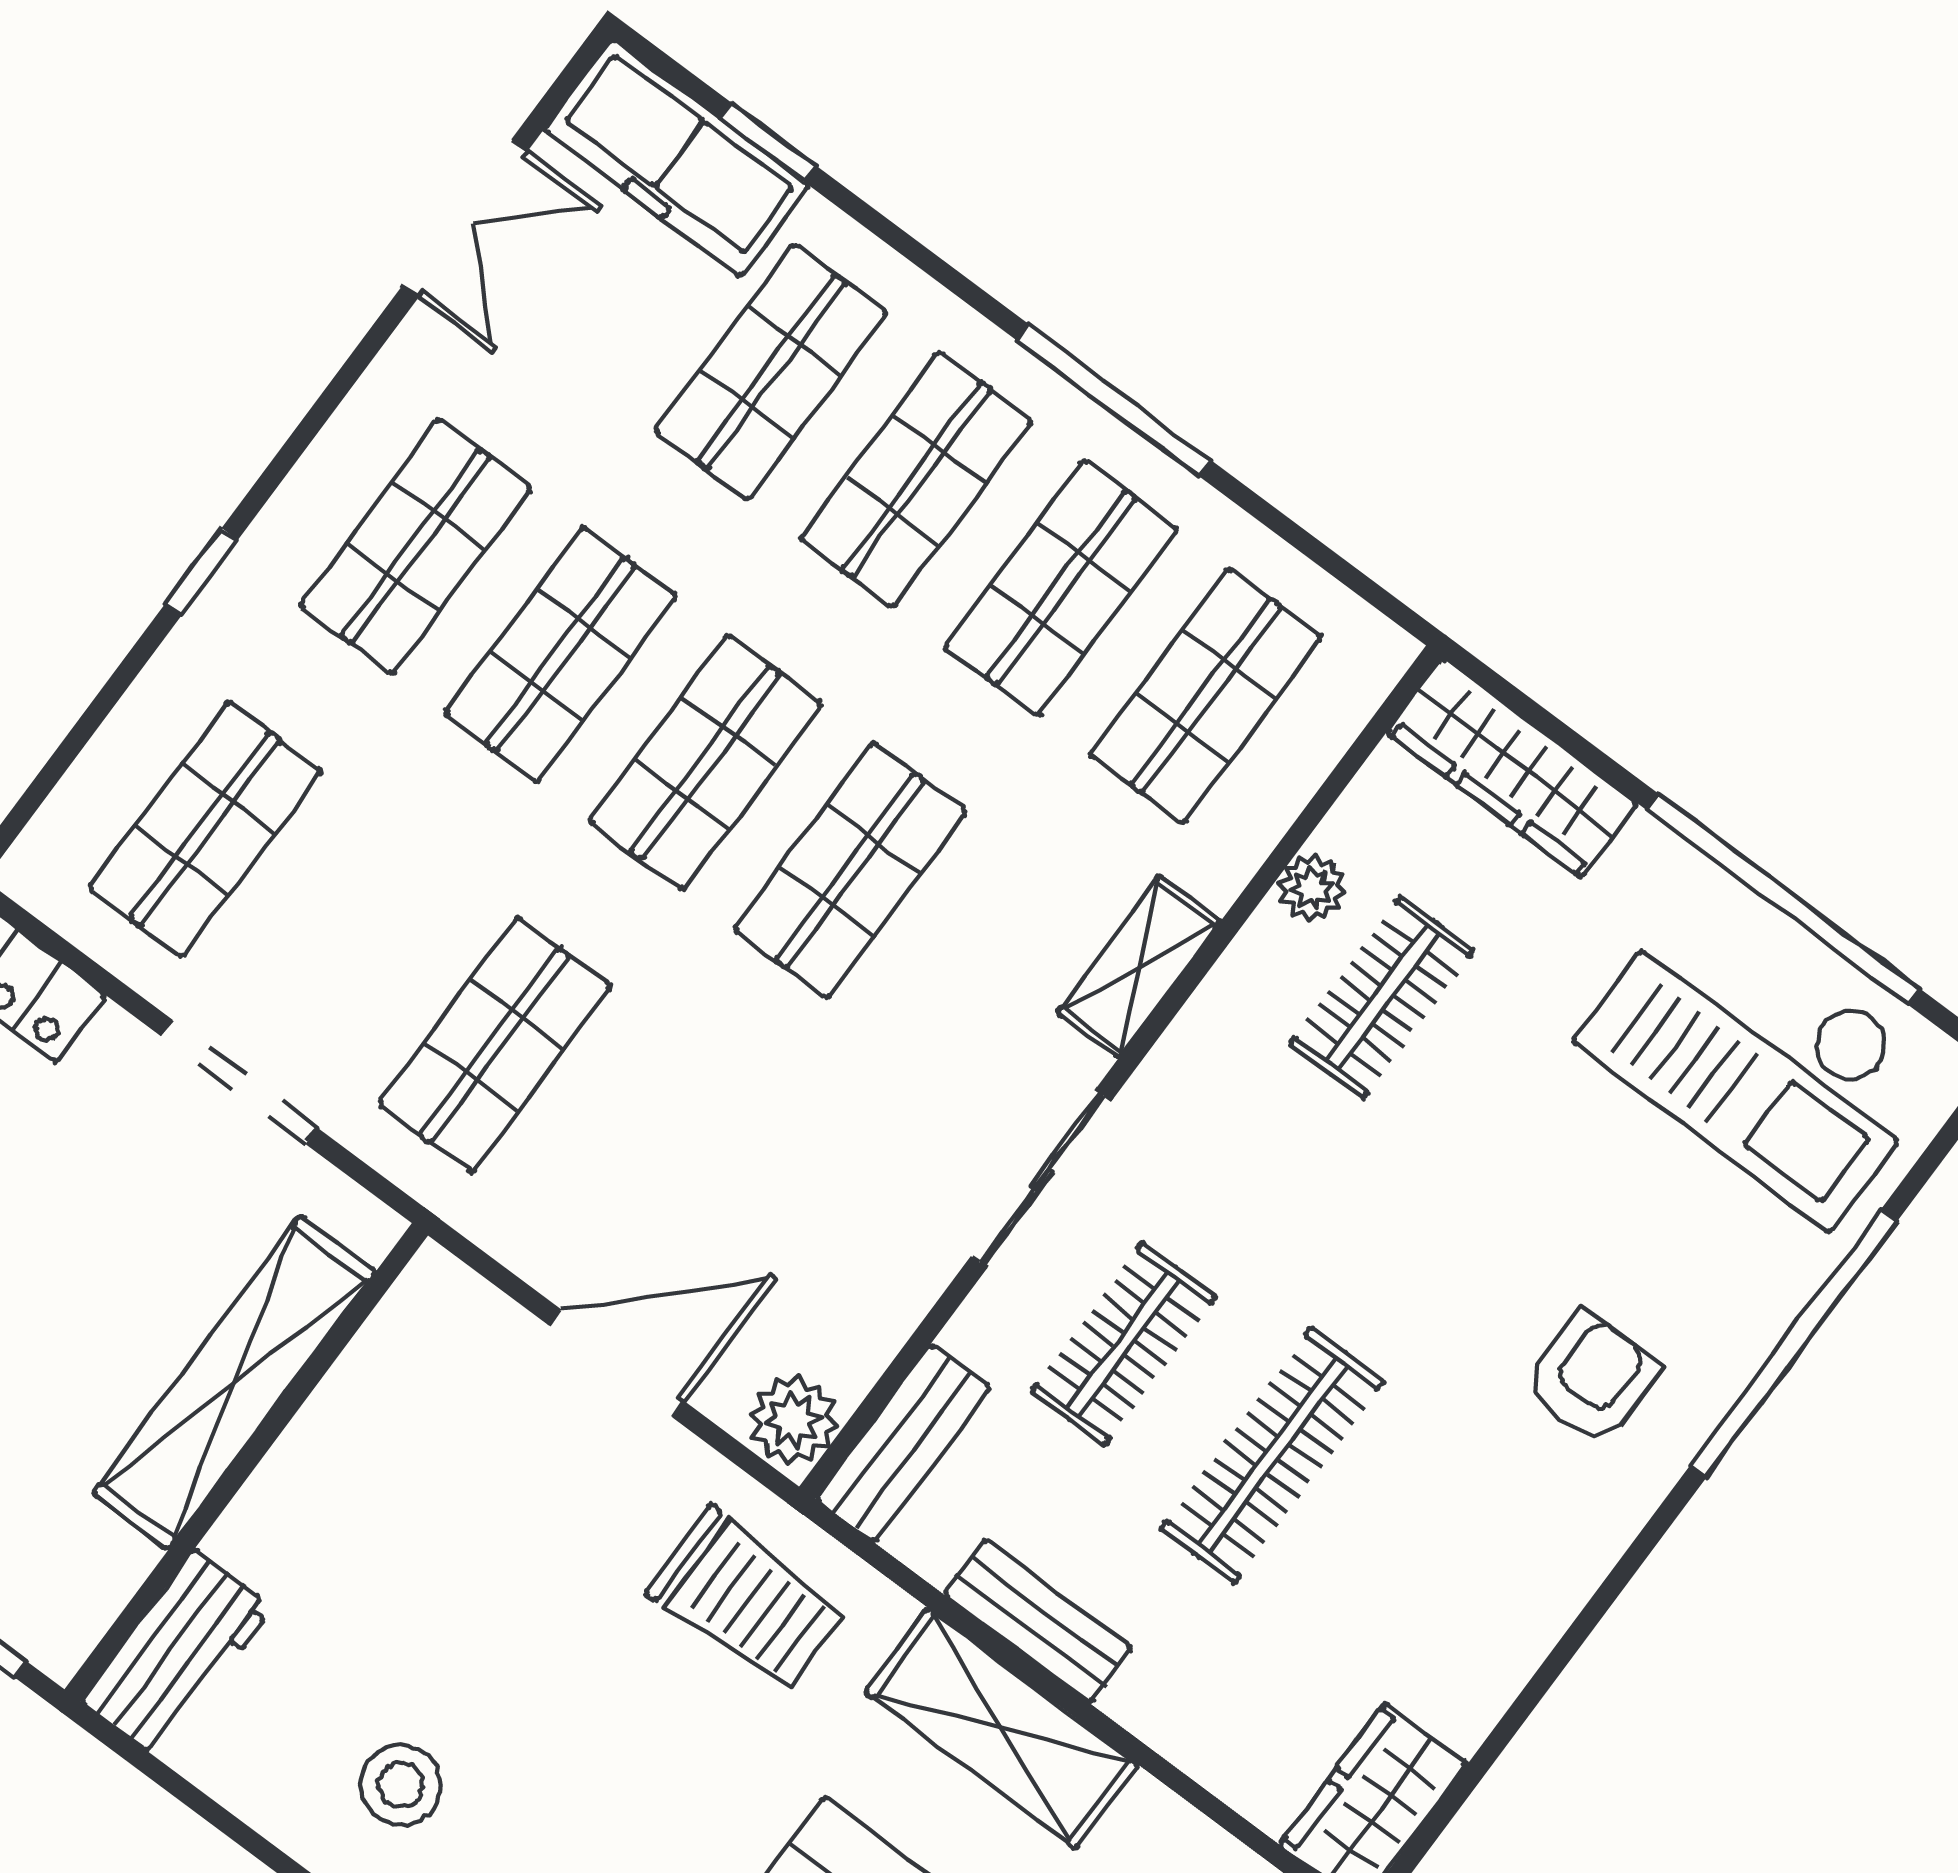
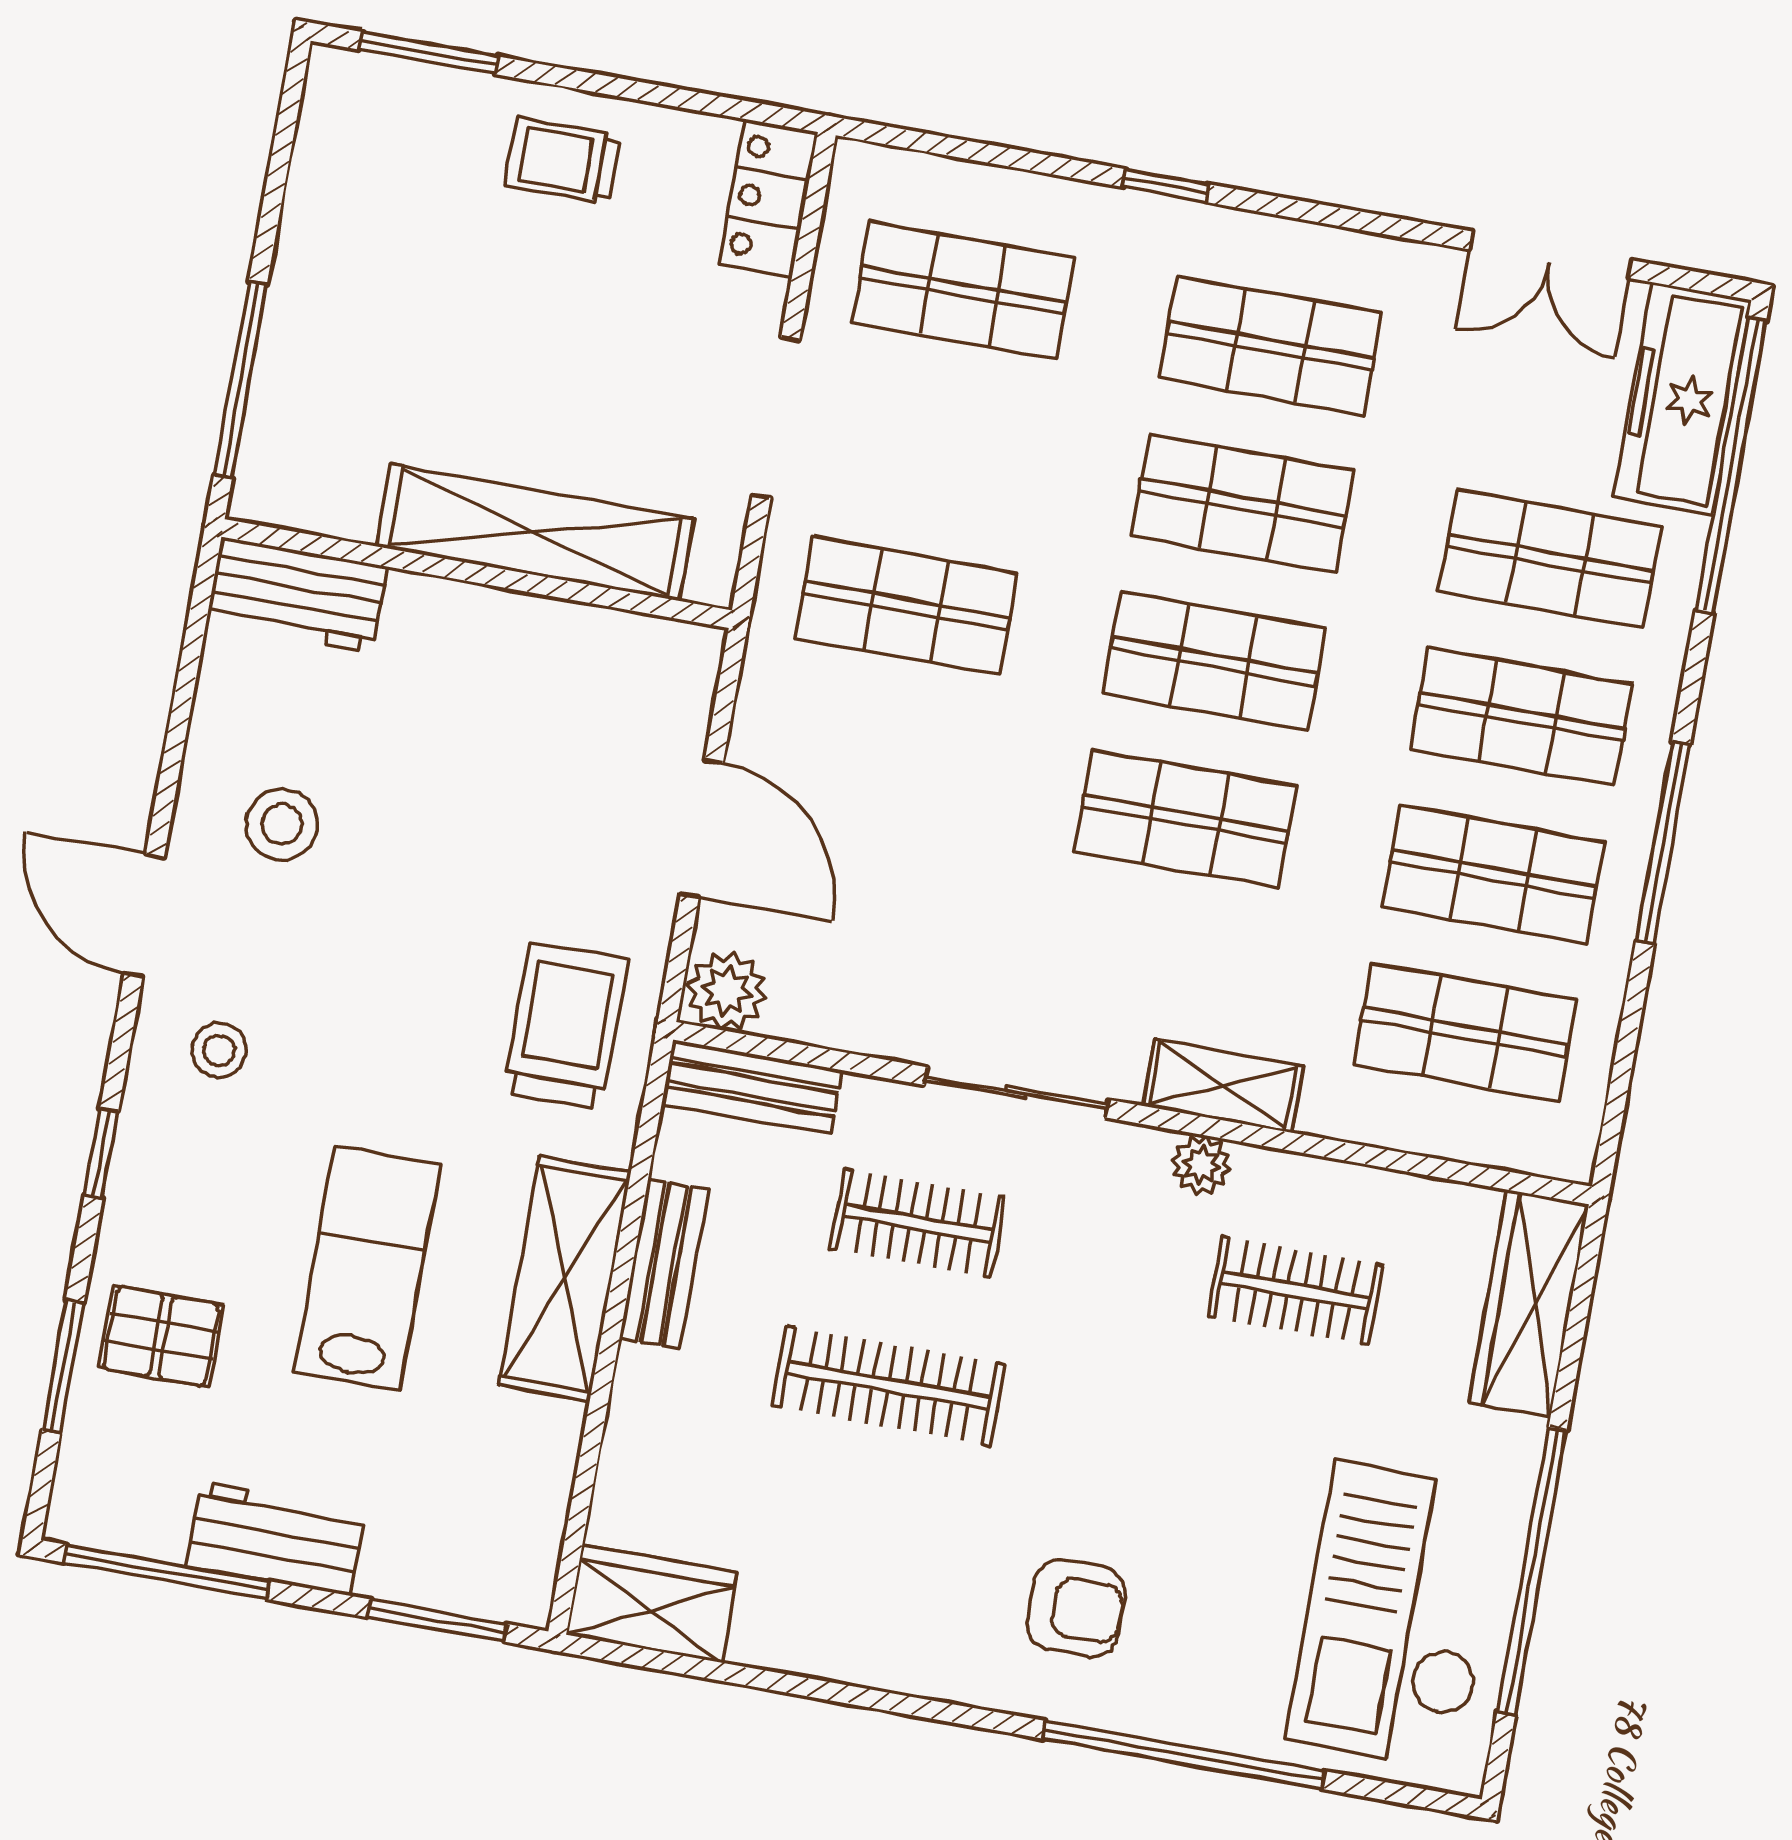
window: (768, 142) -> (1731, 465), width x3.17
plant: (1312, 888) -> (1201, 1165), moved
trolley: (747, 1600) -> (566, 1026), turned 180

